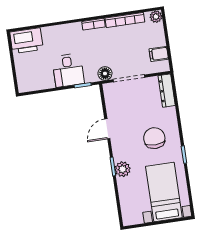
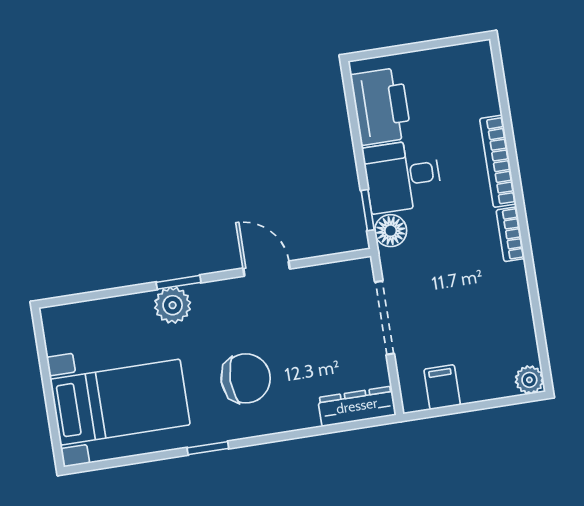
bookcase: (125, 20) -> (498, 161), moved
printer: (26, 41) -> (381, 106), moved, turned 180
floor lamp: (105, 74) -> (391, 231), moved

